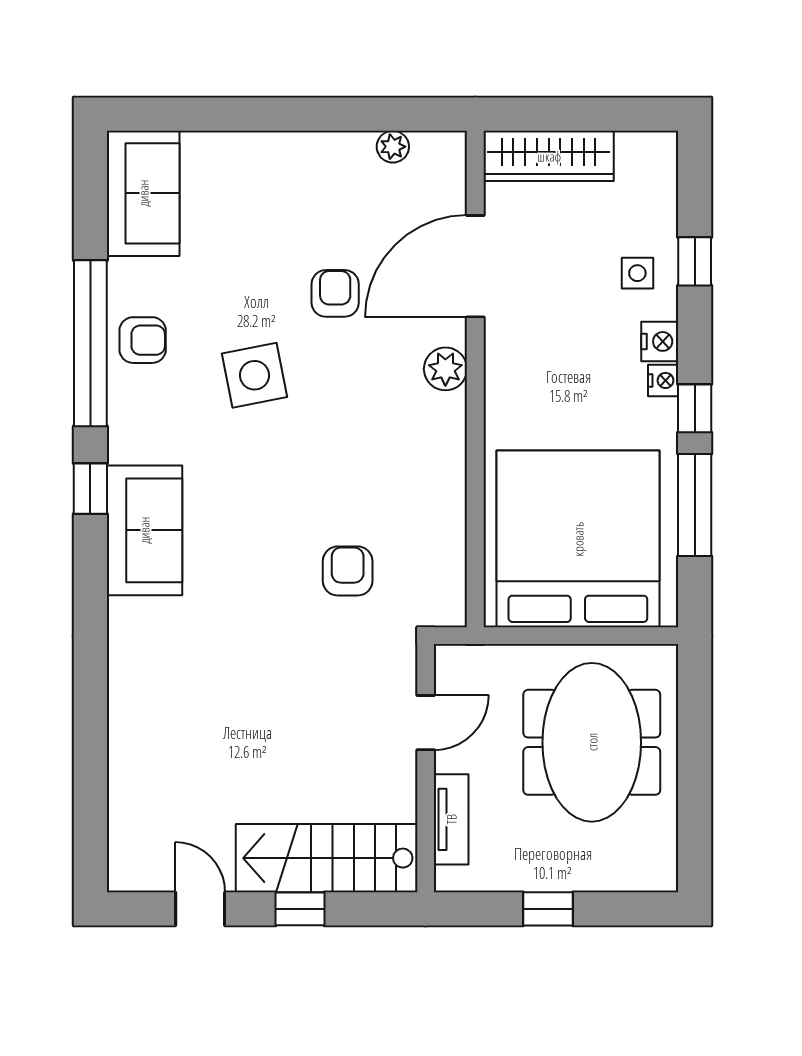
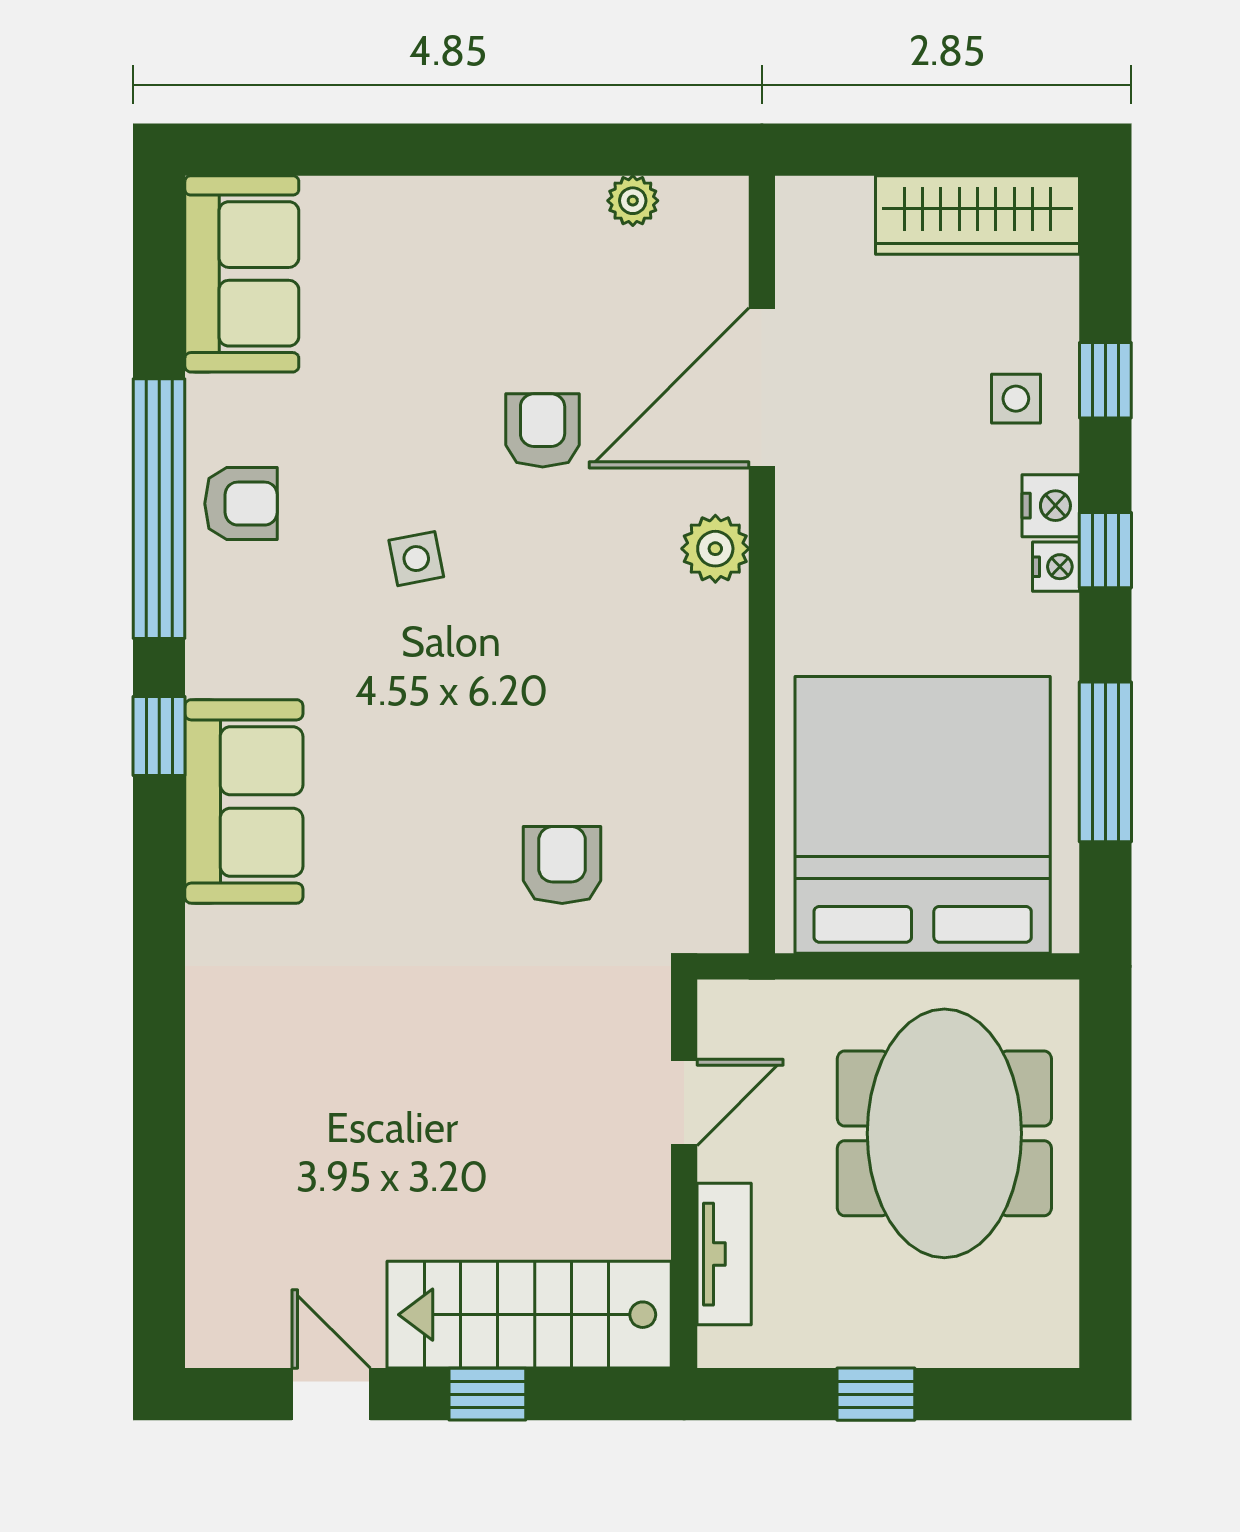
wardrobe: (549, 156) -> (978, 215), moved
side table: (255, 375) -> (416, 559), width x0.54, depth x0.54
window: (695, 408) -> (1105, 550), moved

